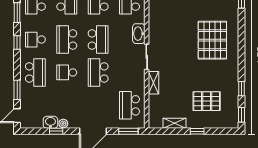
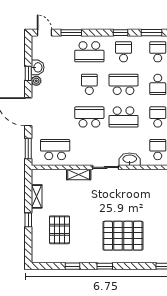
window: (242, 115) -> (105, 266), moved

